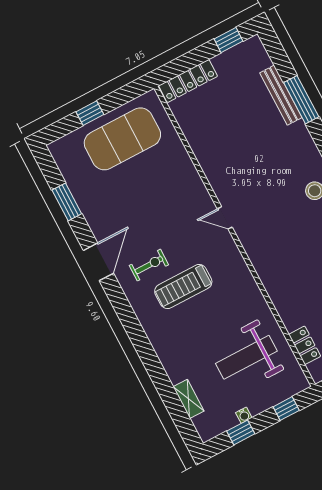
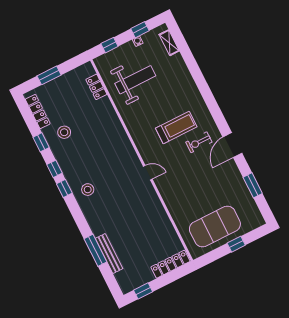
shelving: (189, 399) -> (169, 43), moved

